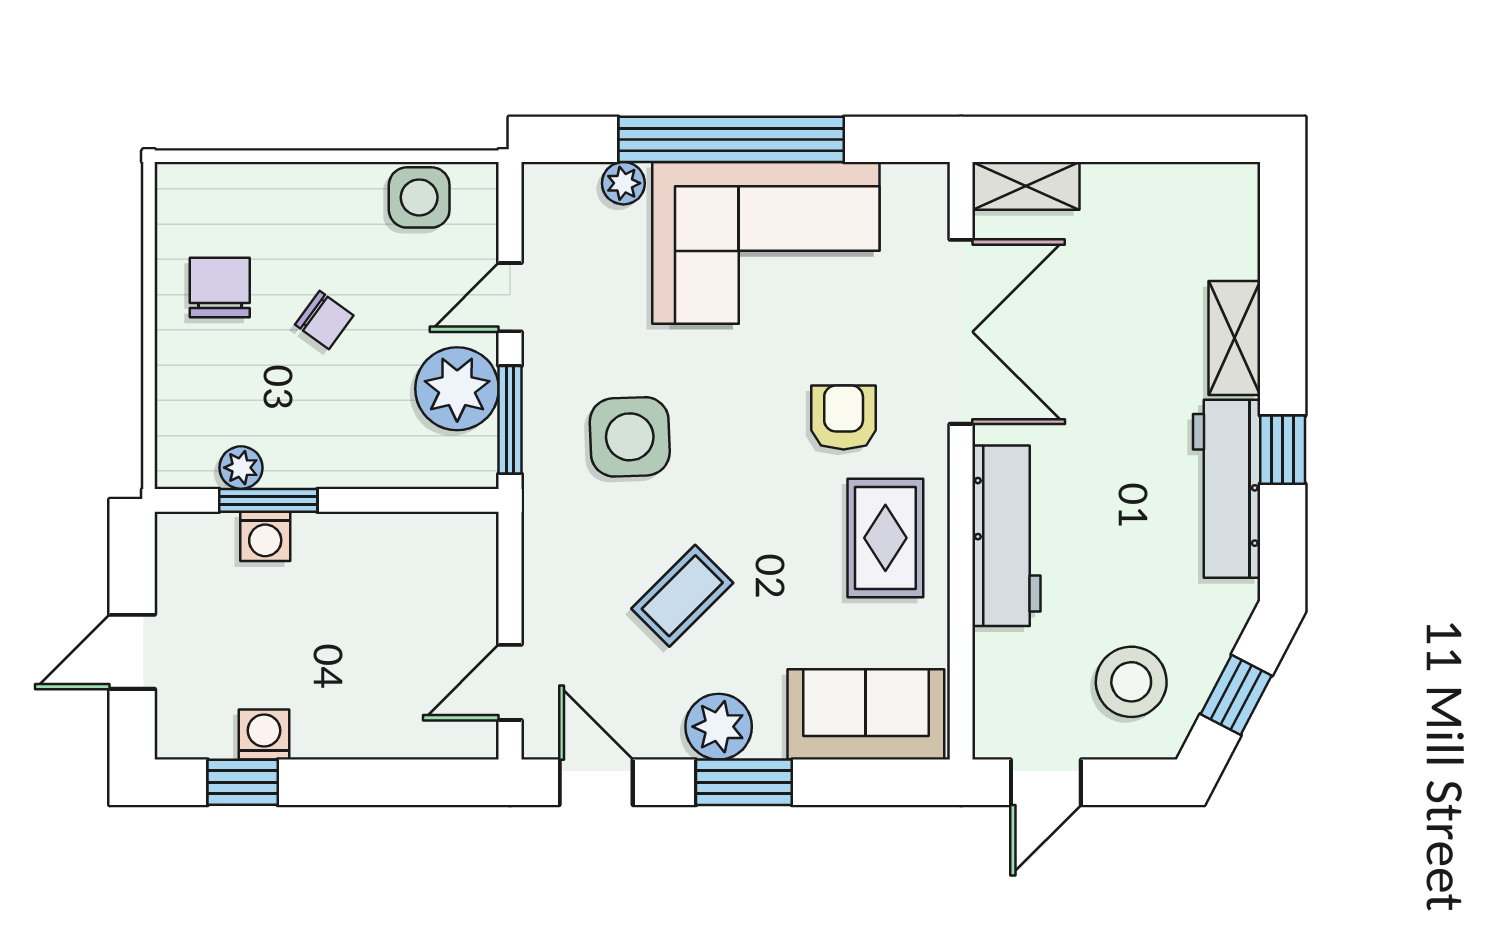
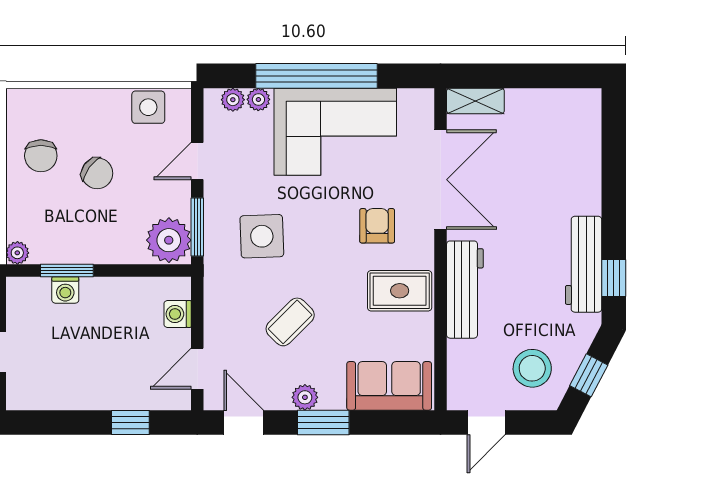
plant: (576, 184) -> (233, 100), added
chair: (220, 288) -> (41, 156), turned 180
chair: (324, 320) -> (97, 173), width x1.37, depth x1.37
shelving: (1234, 338) -> (588, 183), removed
plant: (457, 389) -> (169, 240), moved
window: (1283, 450) -> (614, 278), moved
plant: (241, 468) -> (17, 253), moved
rug: (885, 538) -> (400, 291), turned 90
plant: (719, 727) -> (305, 397), width x0.73, depth x0.73
washing machine: (264, 735) -> (178, 314), moved, turned -90
window: (243, 782) -> (130, 422), moved

